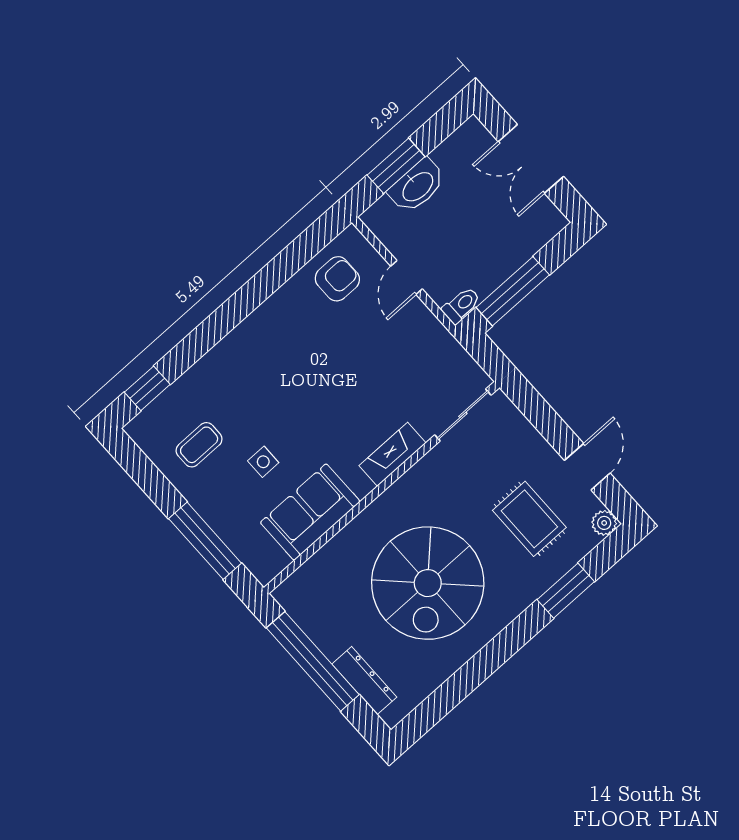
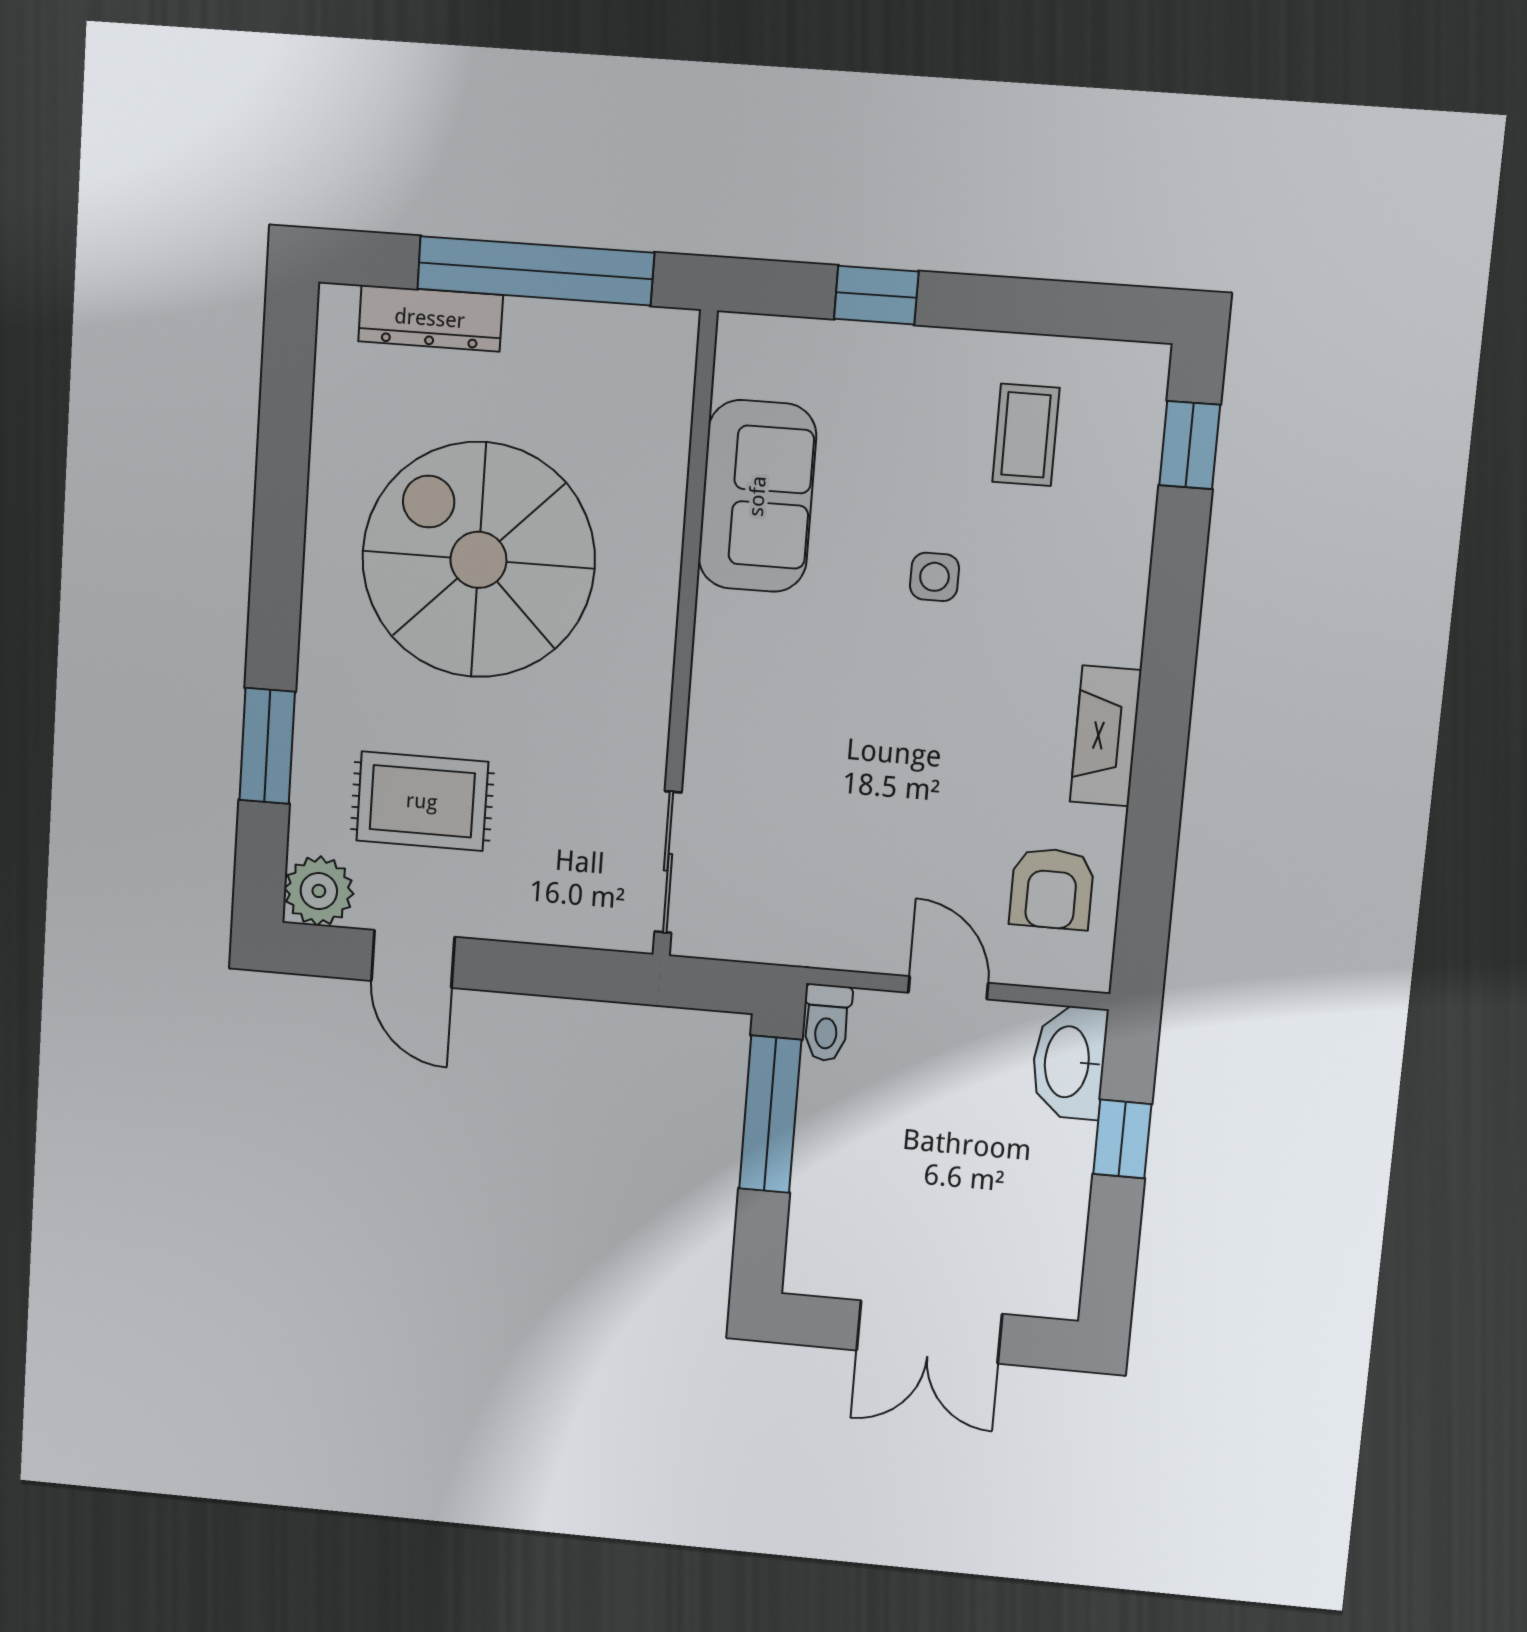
double door: (531, 159) -> (929, 1332), swing flipped
window: (396, 166) -> (1122, 1139), width x0.67
washbasin: (417, 186) -> (1069, 1062), moved
fireplace: (392, 454) -> (1106, 736), moved, turned 180
side table: (263, 462) -> (934, 577), moved
plant: (604, 523) -> (319, 891), width x1.38, depth x1.38
window: (205, 541) -> (876, 295), width x0.46

